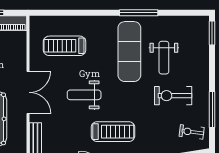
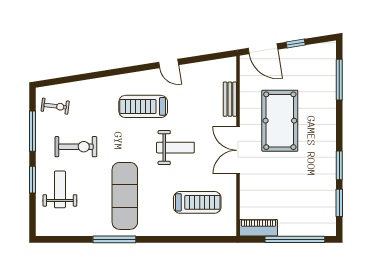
window: (212, 33) -> (32, 180), moved
weight bench: (164, 58) -> (60, 189), moved

